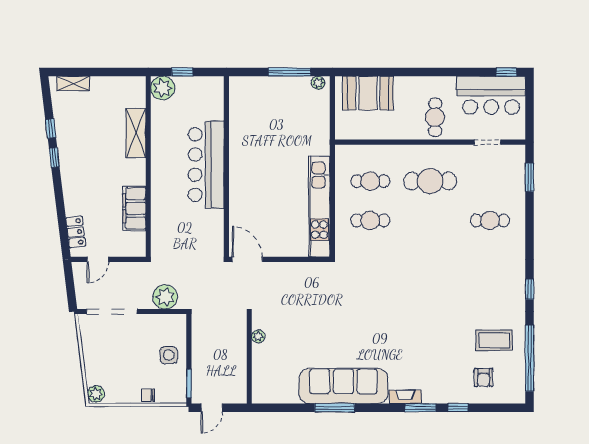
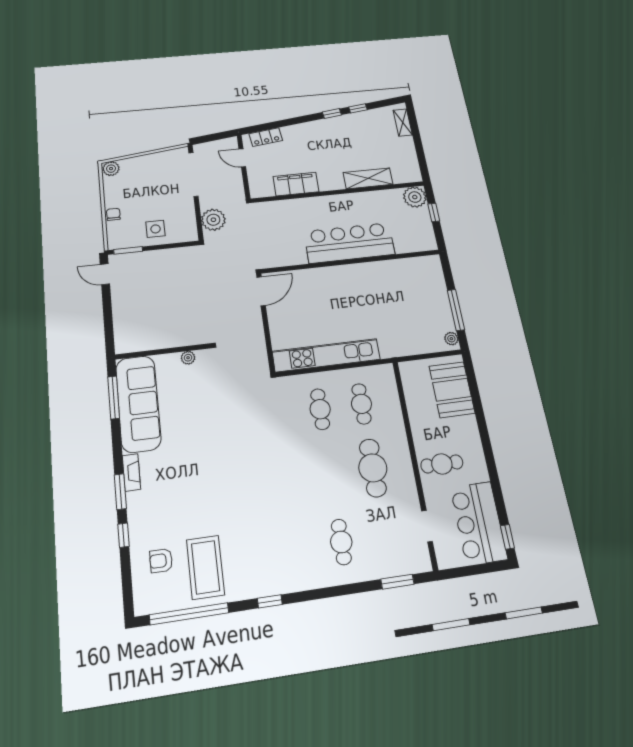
plant: (258, 336) -> (188, 358), moved
coffee table: (494, 340) -> (205, 567), width x1.36, depth x1.32
wall: (249, 359) -> (163, 351), moved

